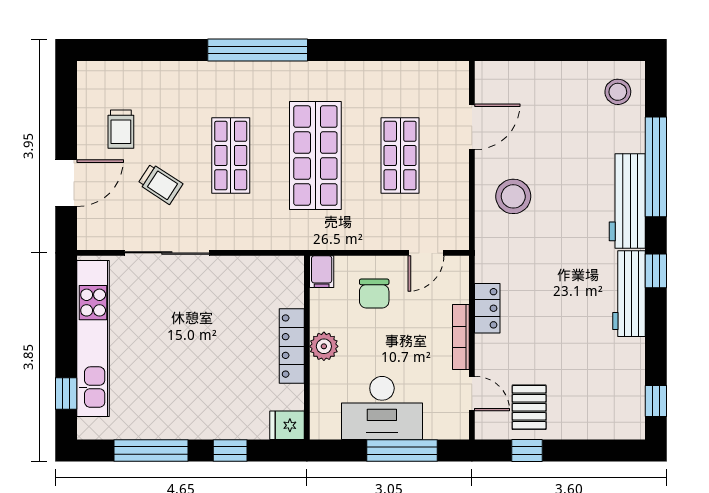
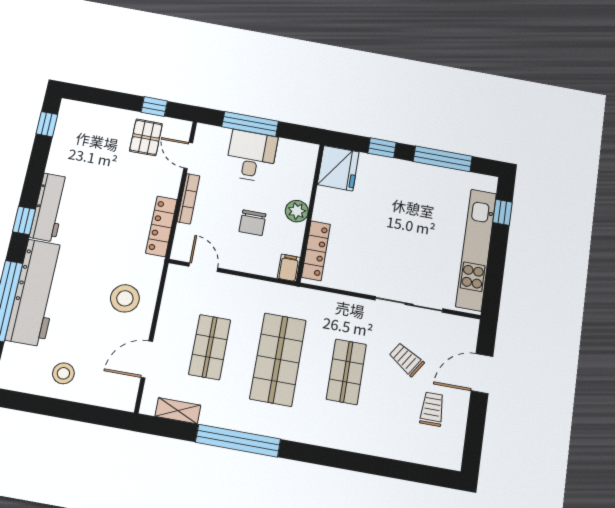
window: (258, 50) -> (238, 441), moved
shelving: (423, 72) -> (178, 411), added
stool: (618, 92) -> (63, 373), moved
workbench: (627, 201) -> (36, 293), width x1.36, depth x1.32
door: (426, 253) -> (203, 267), hinge flipped
chair: (374, 294) -> (252, 223), moved, turned 180
locker: (487, 308) -> (161, 226), width x1.53
locker: (292, 346) -> (316, 251), moved
desk: (382, 408) -> (251, 156), width x0.73
fridge: (287, 425) -> (338, 168), width x1.88, depth x1.34

